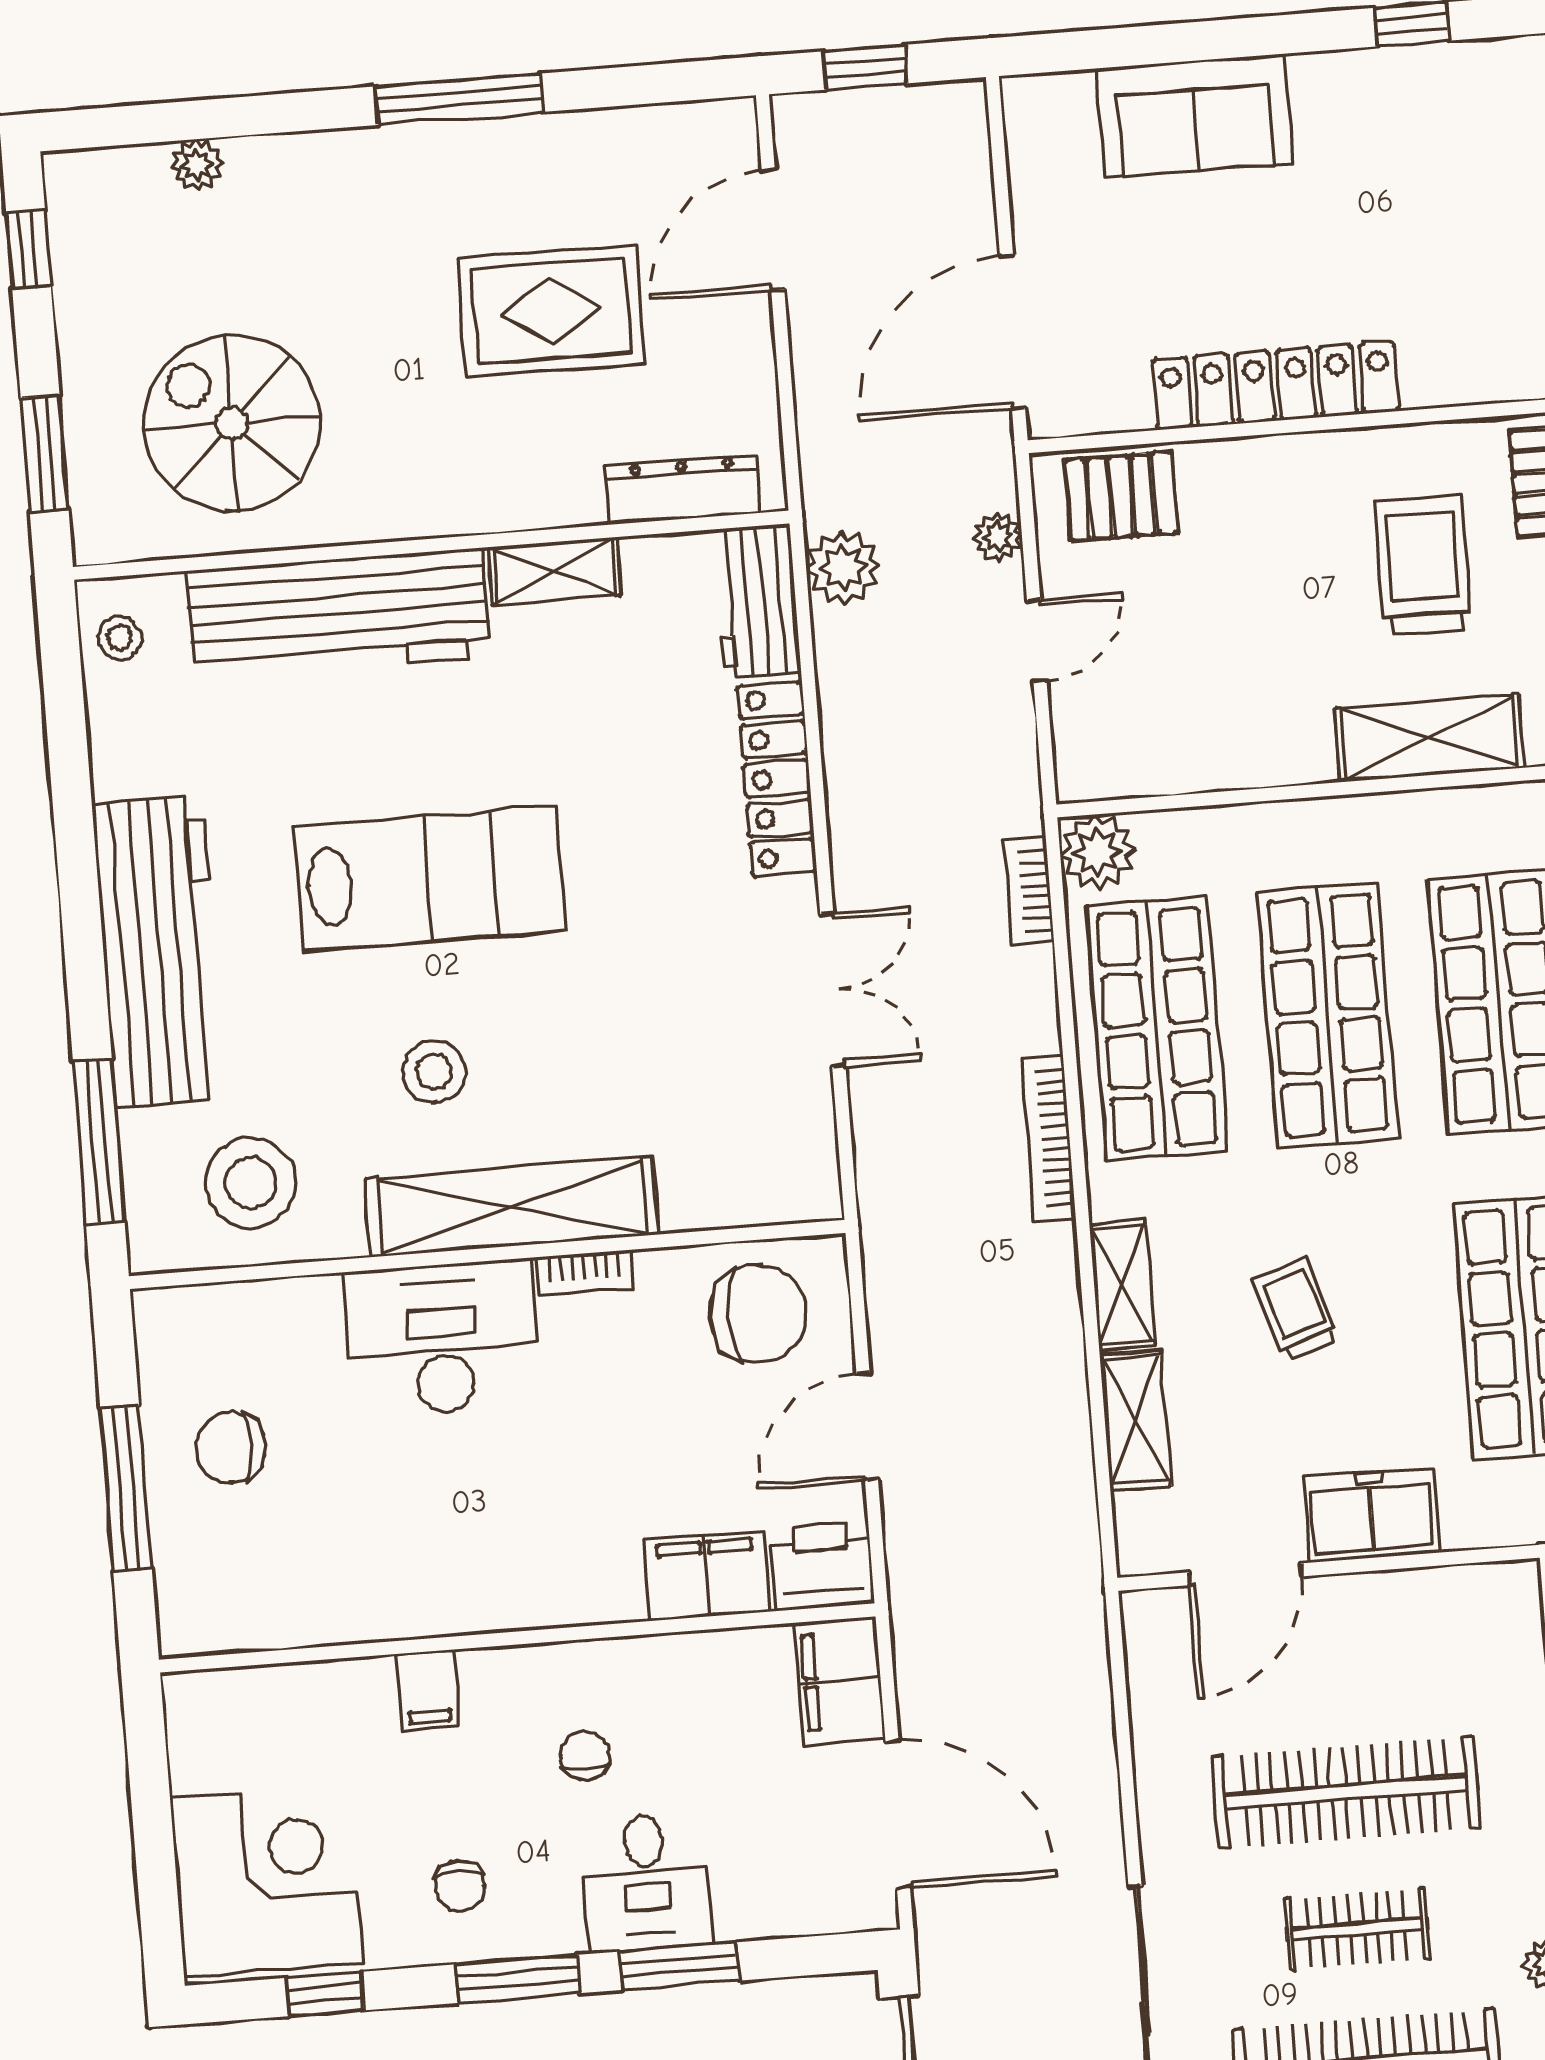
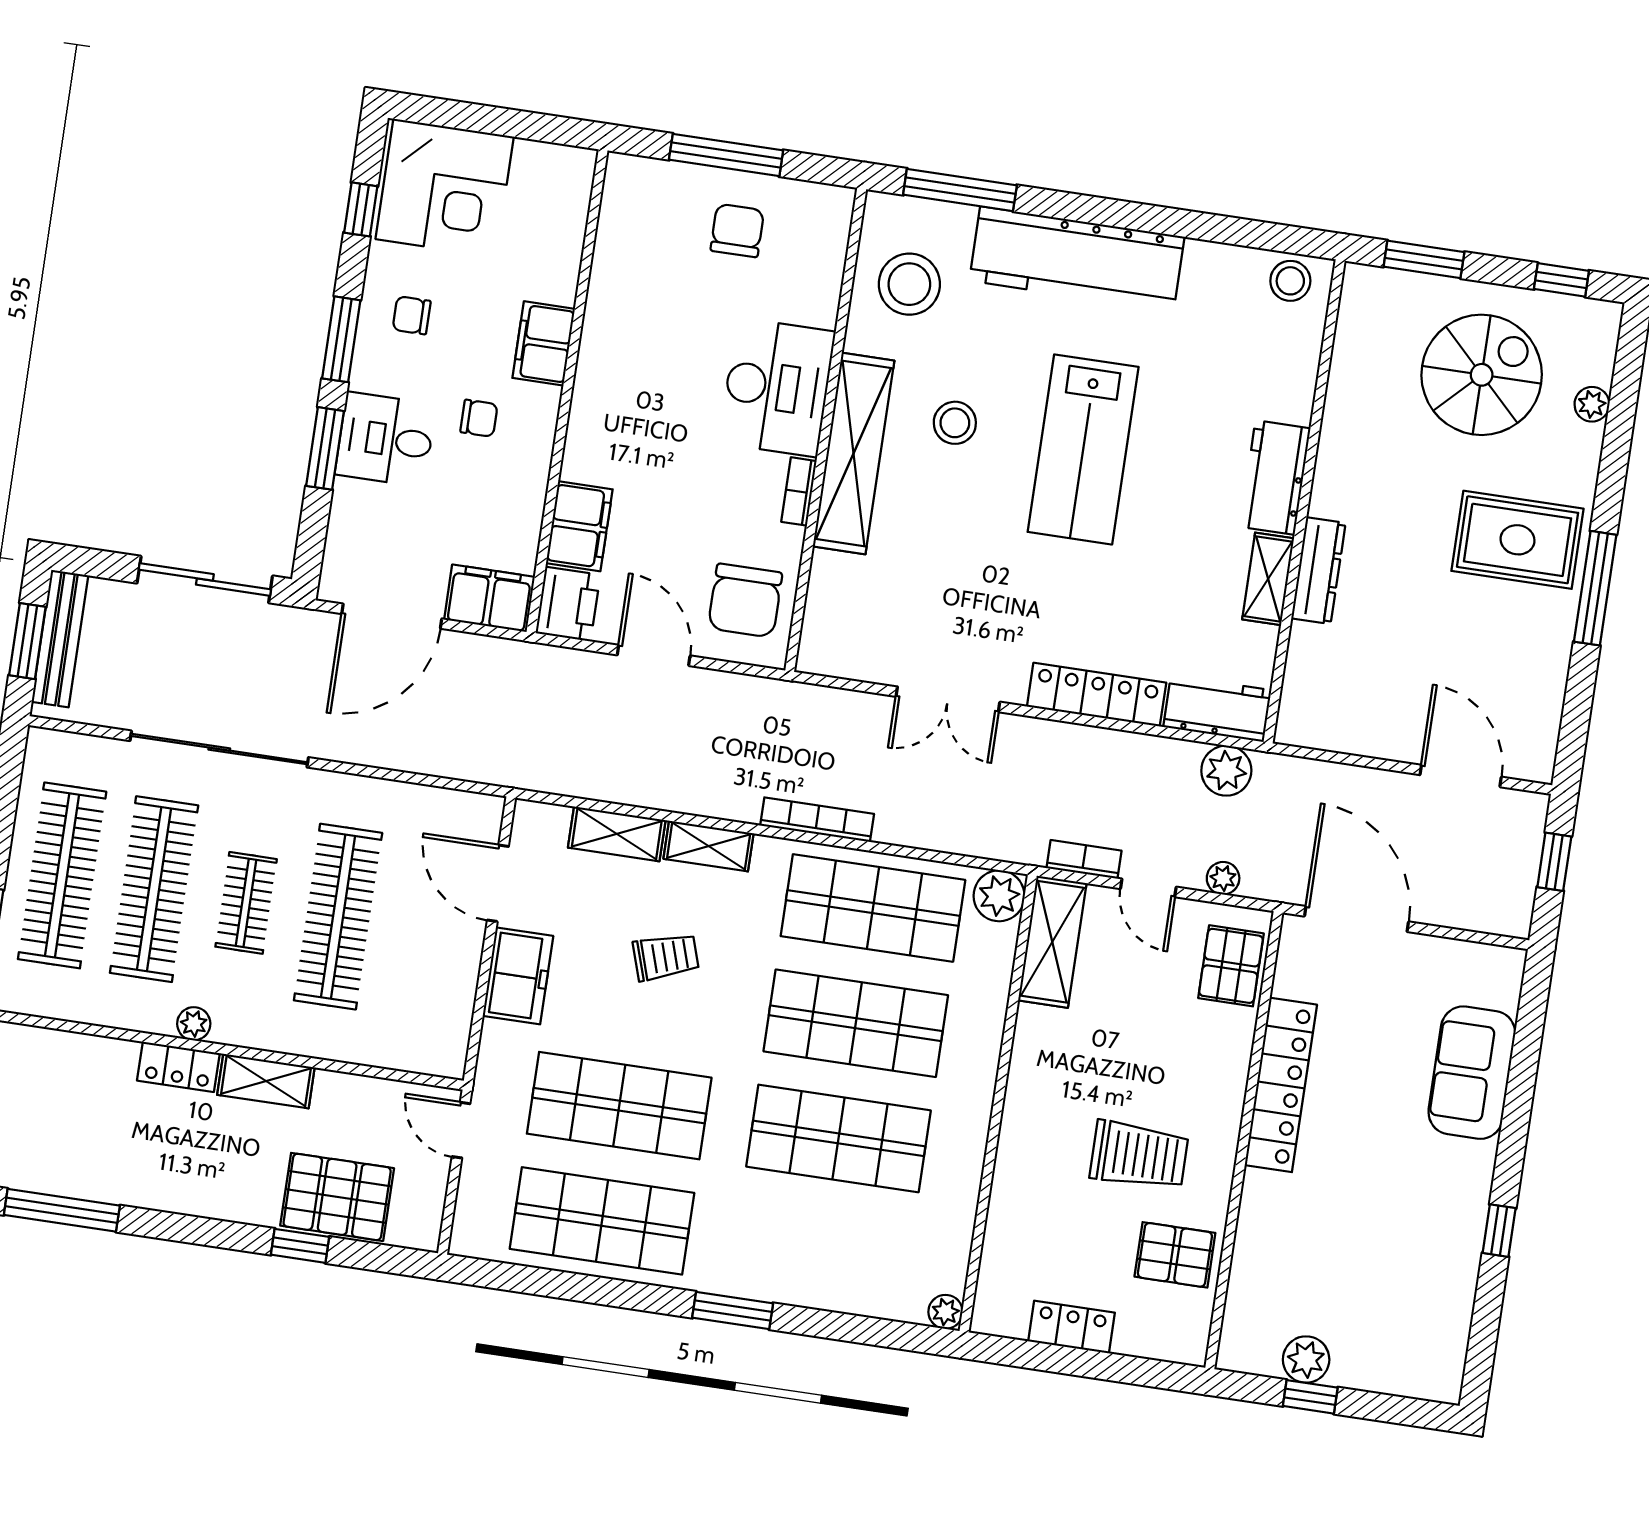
rug: (552, 311) -> (1518, 540), moved, turned 90
spiral stairs: (232, 423) -> (1482, 375), moved
dresser: (683, 489) -> (1318, 571), moved
workbench: (339, 613) -> (1275, 478), width x0.53, depth x0.76
stool: (120, 638) -> (1290, 281), width x1.37, depth x1.37
shelving: (1429, 738) -> (1052, 942), moved
bookcase: (1029, 891) -> (1084, 859), moved
filing cabinet: (428, 1690) -> (544, 343), width x2.00

